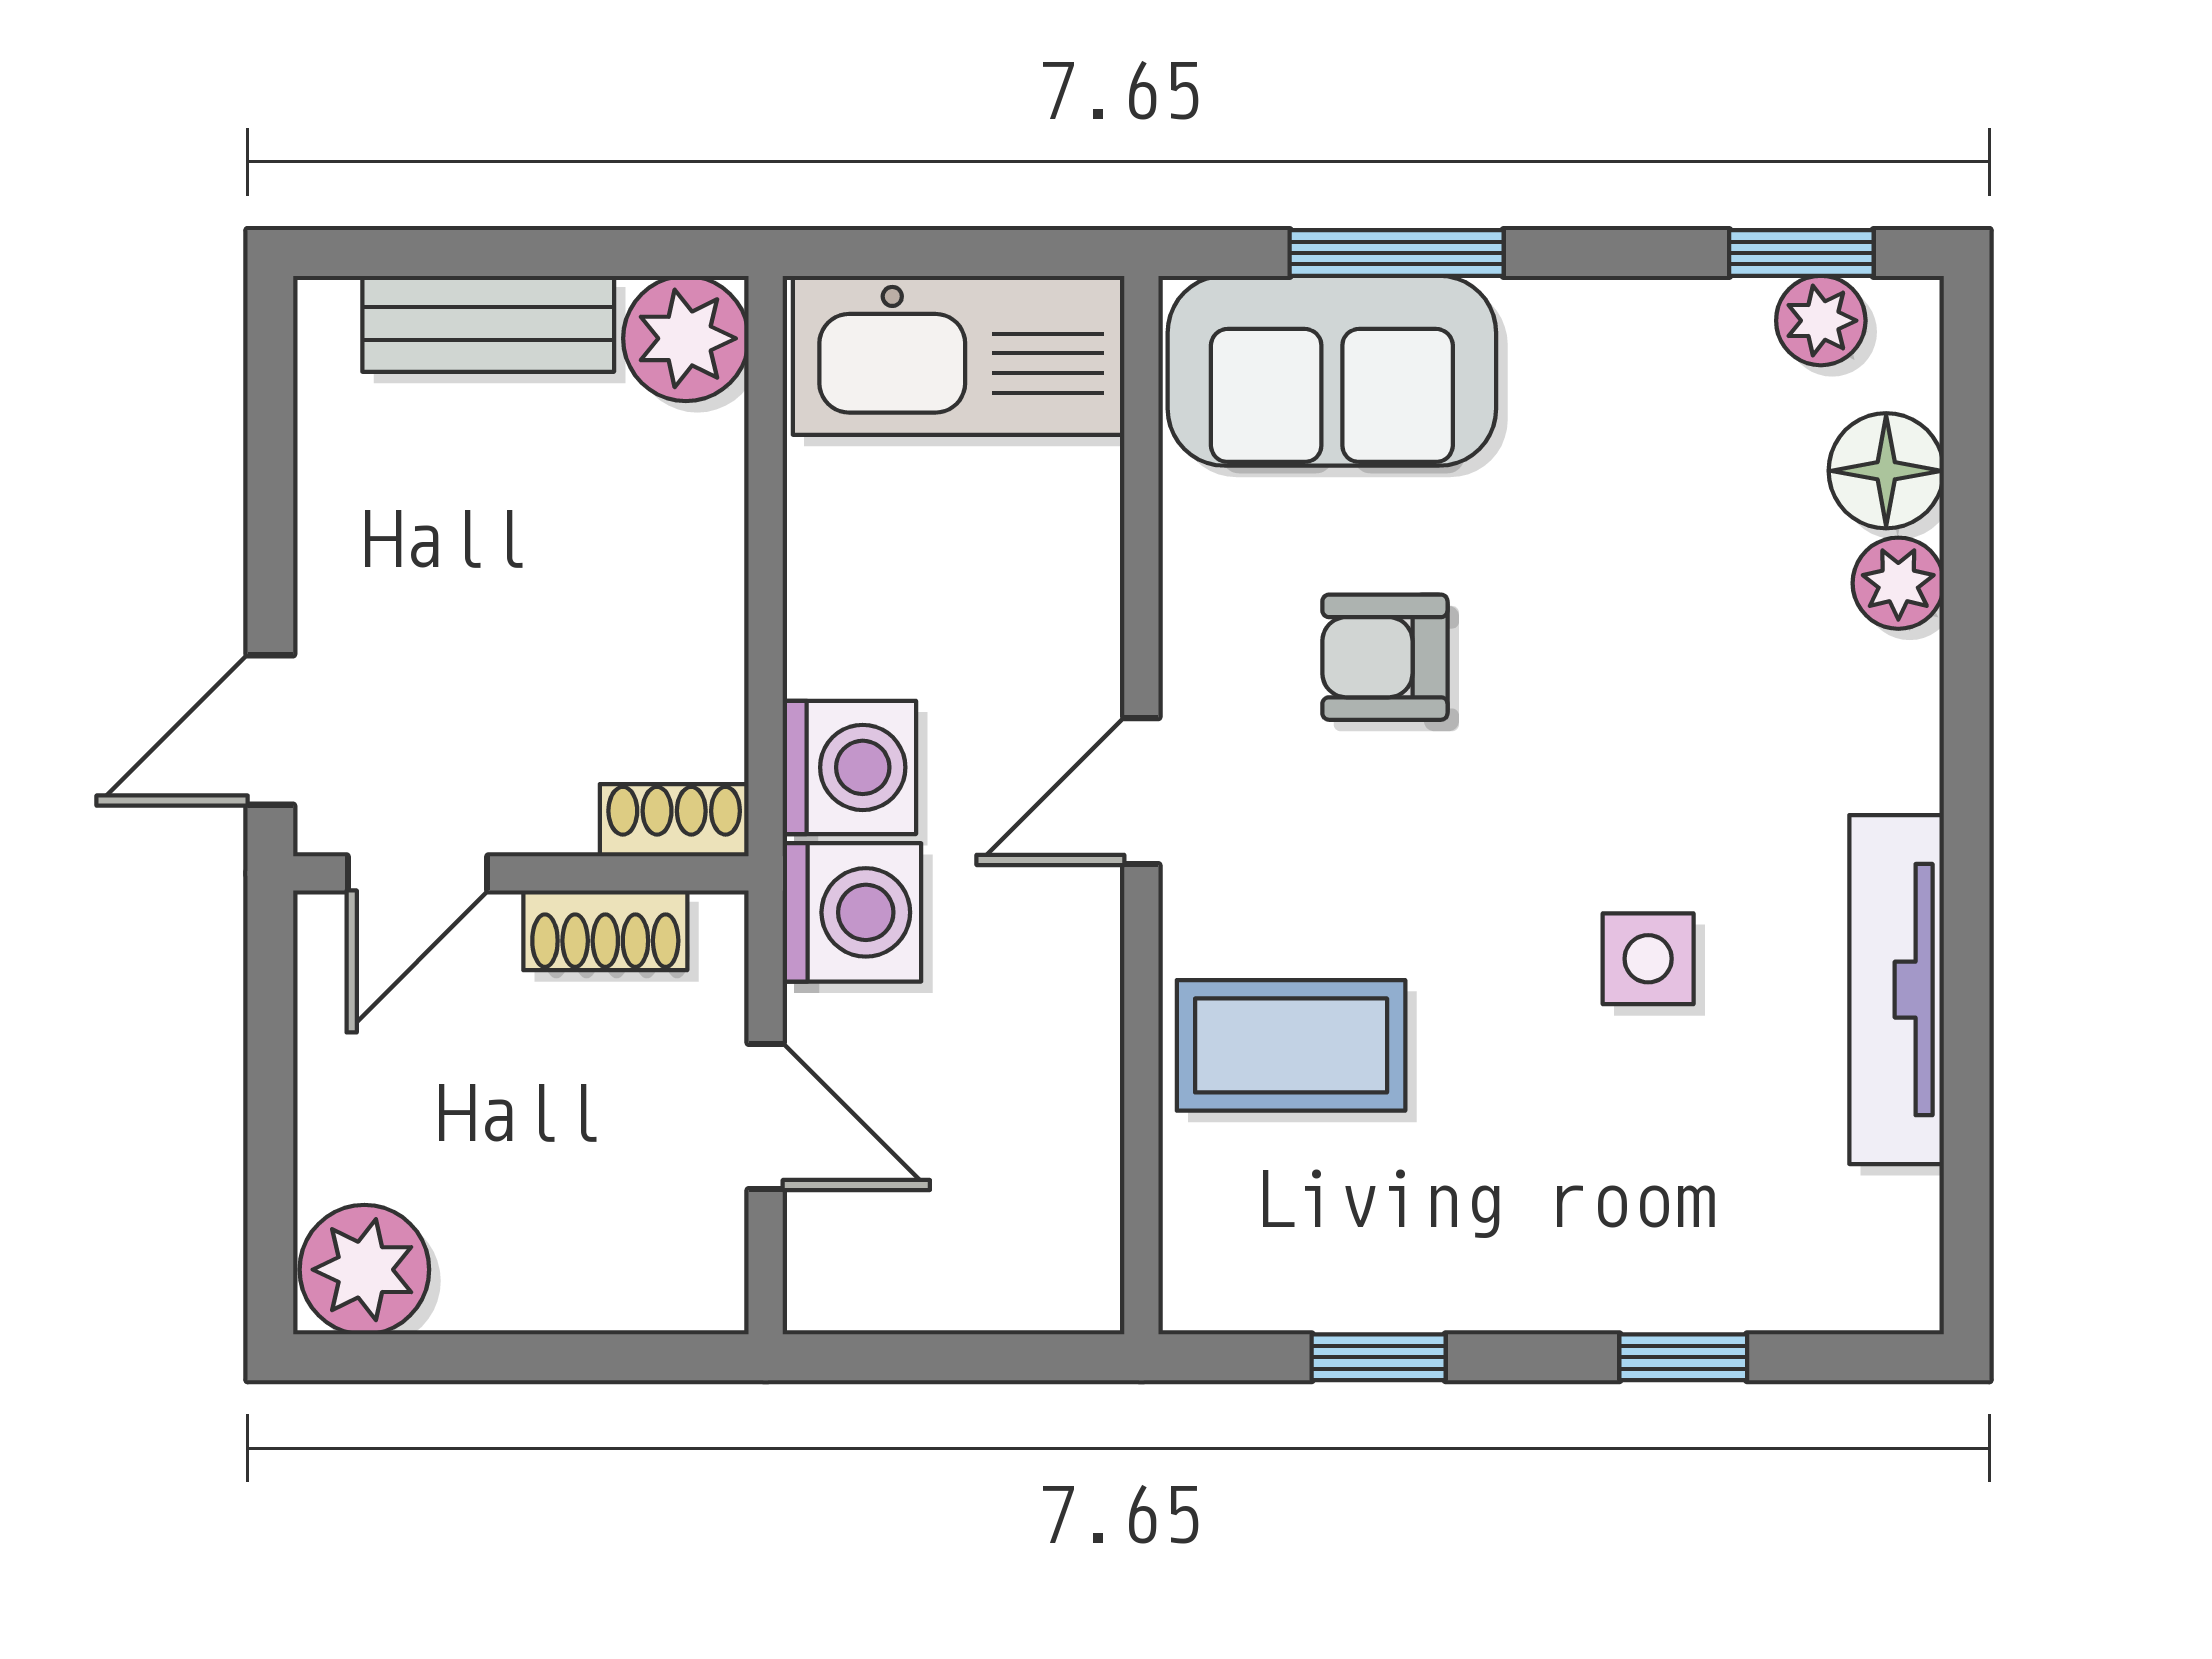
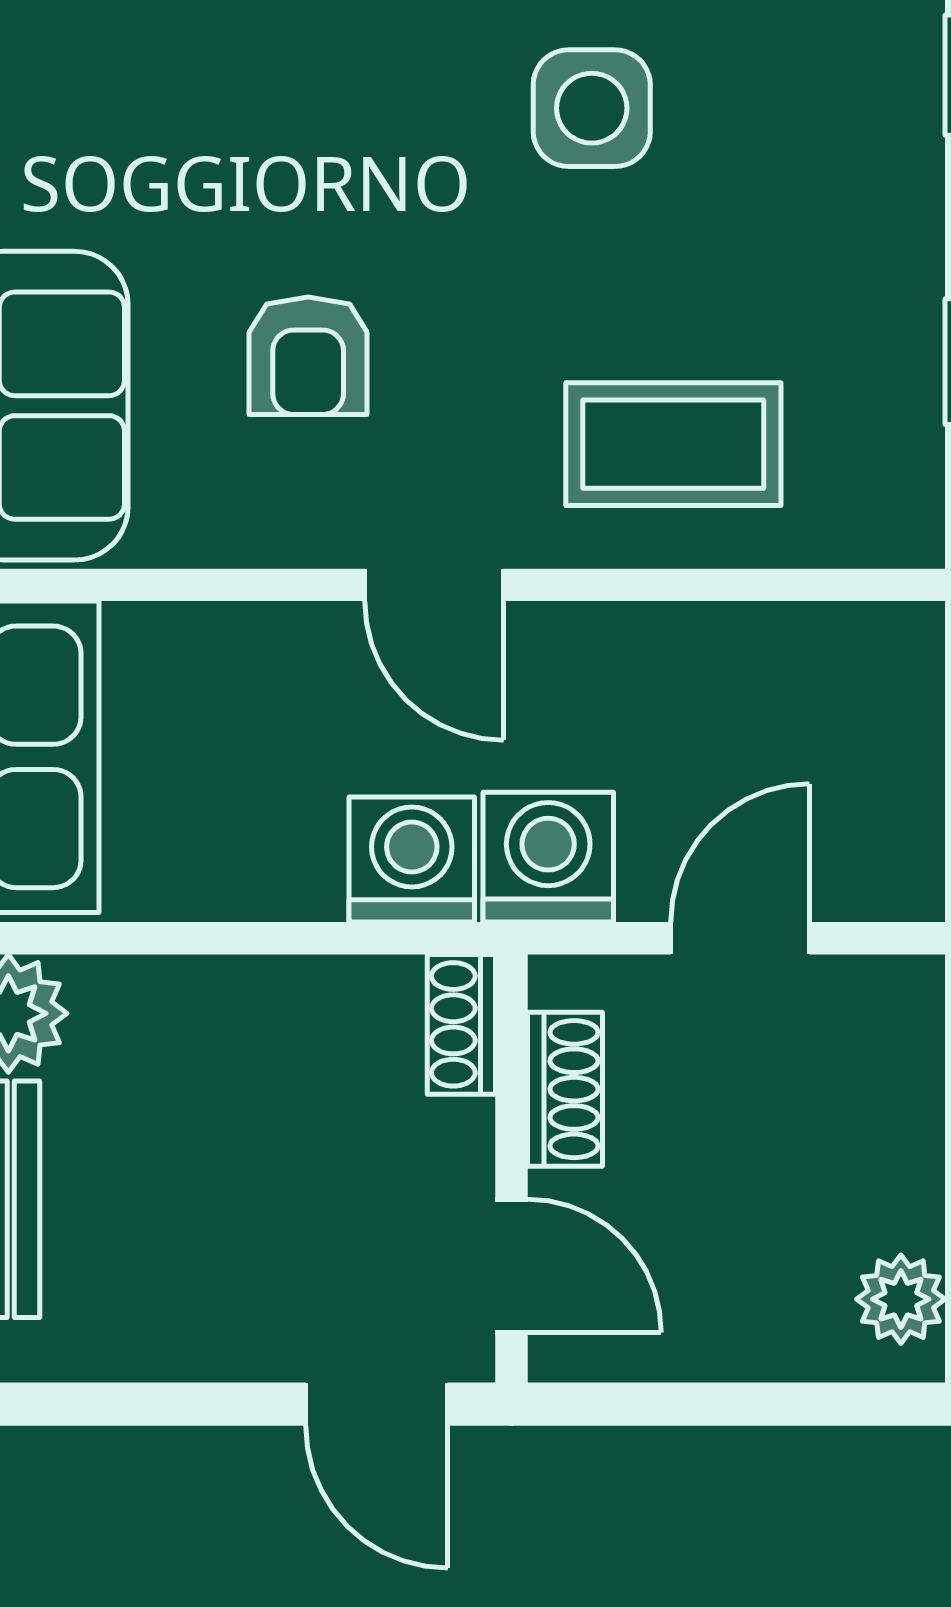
side table: (1648, 959) -> (592, 108), width x1.37, depth x1.37
coffee table: (1291, 1045) -> (673, 444), turned 90
plant: (364, 1270) -> (901, 1299), width x0.73, depth x0.73

